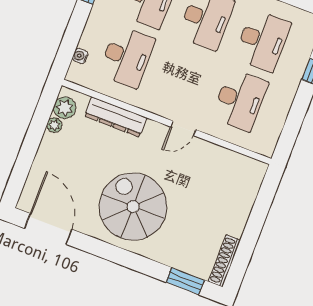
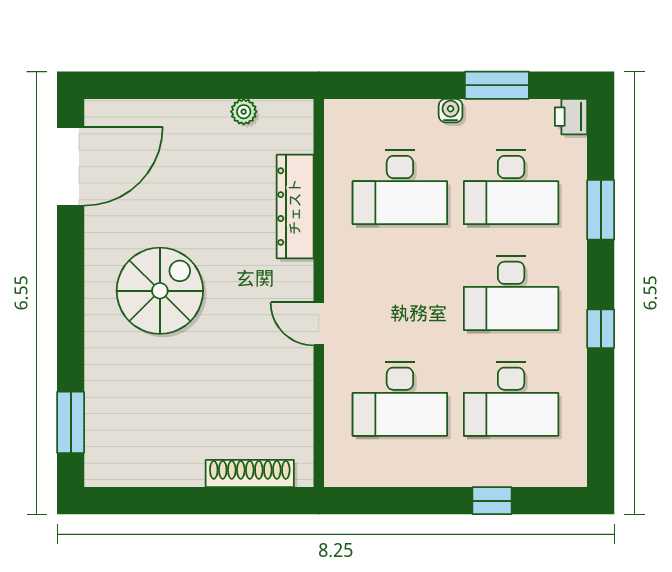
water cooler: (80, 56) -> (451, 111), moved
plant: (65, 108) -> (278, 118), removed
spiral stairs: (133, 207) -> (160, 291), width x0.73, depth x0.73
shoe rack: (224, 261) -> (250, 473), moved

